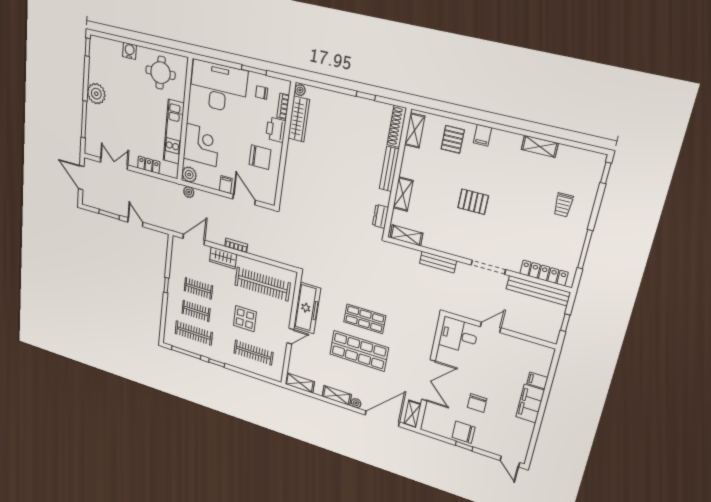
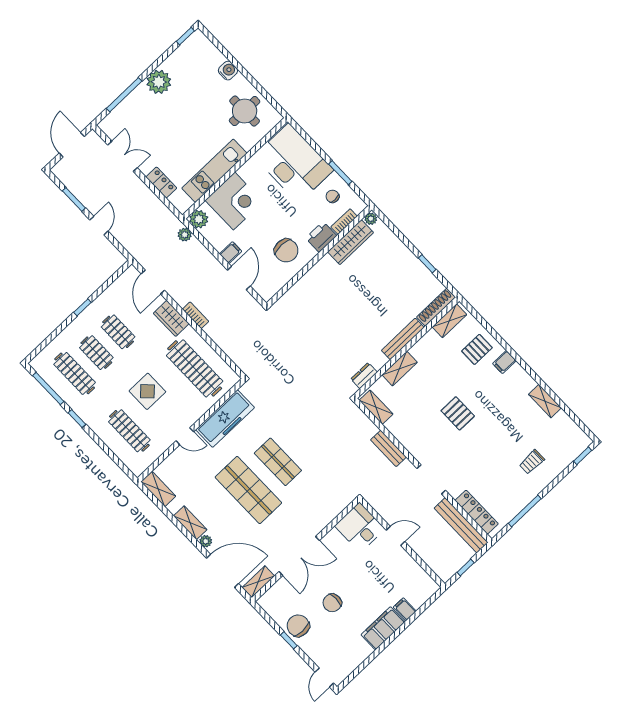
door: (194, 239) -> (153, 282), swing flipped

